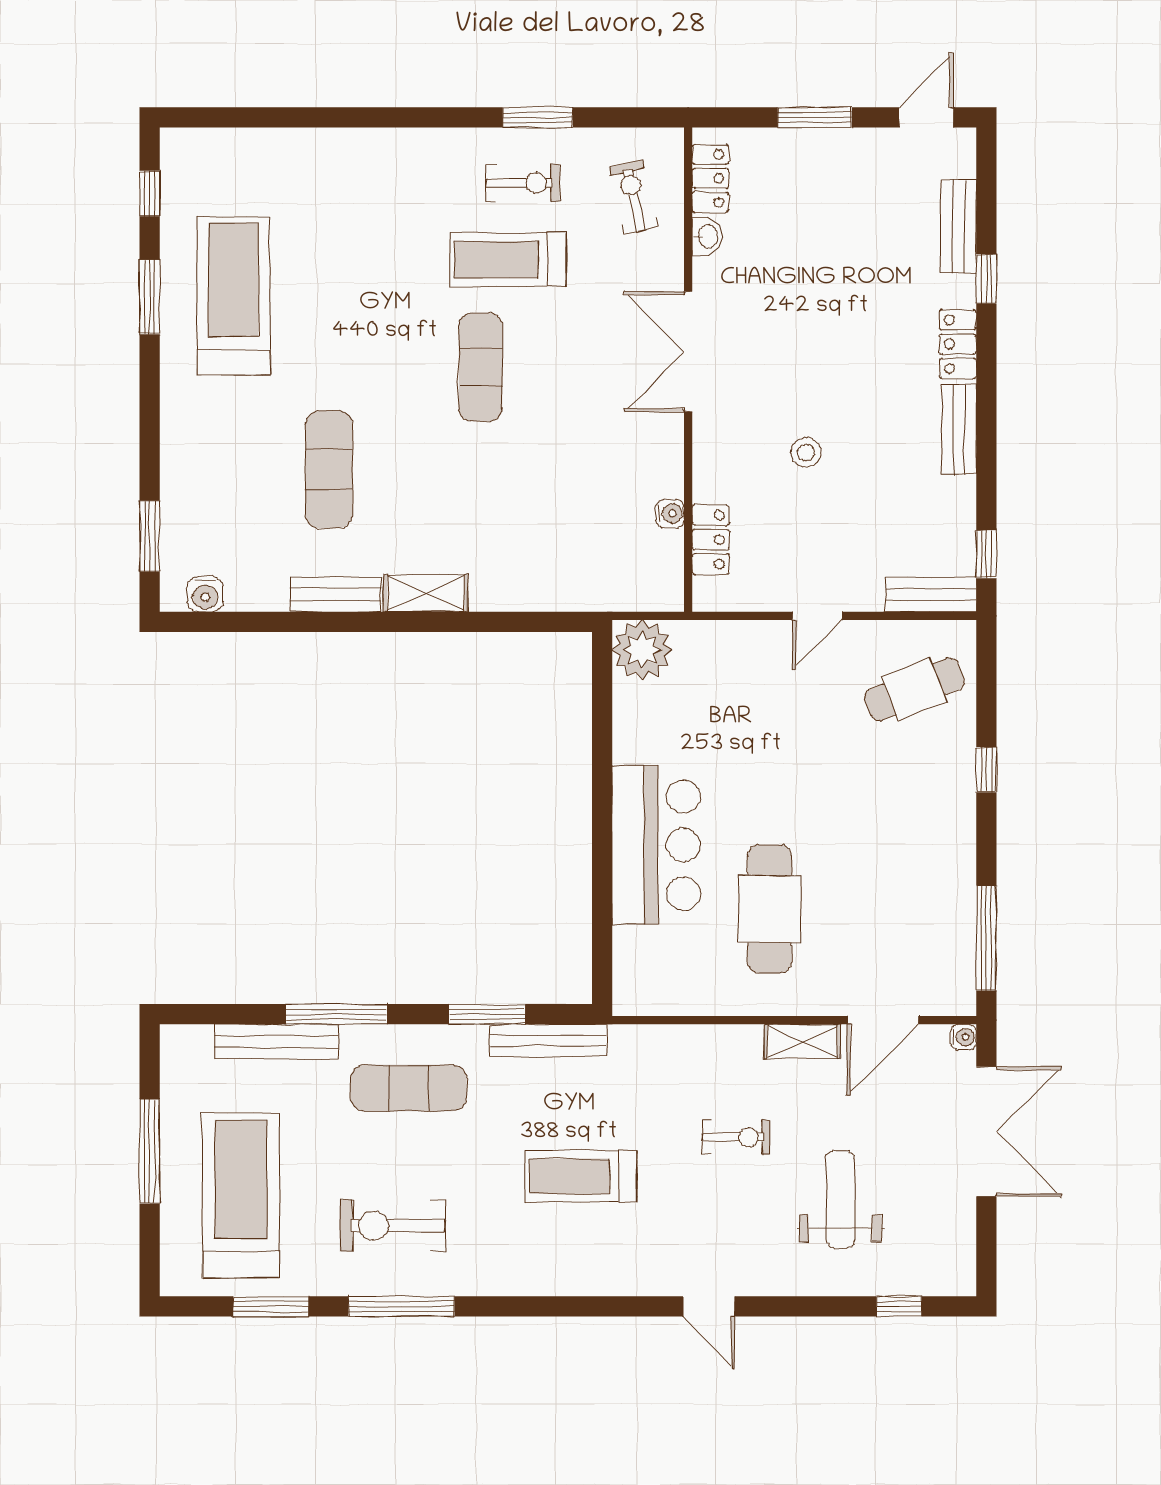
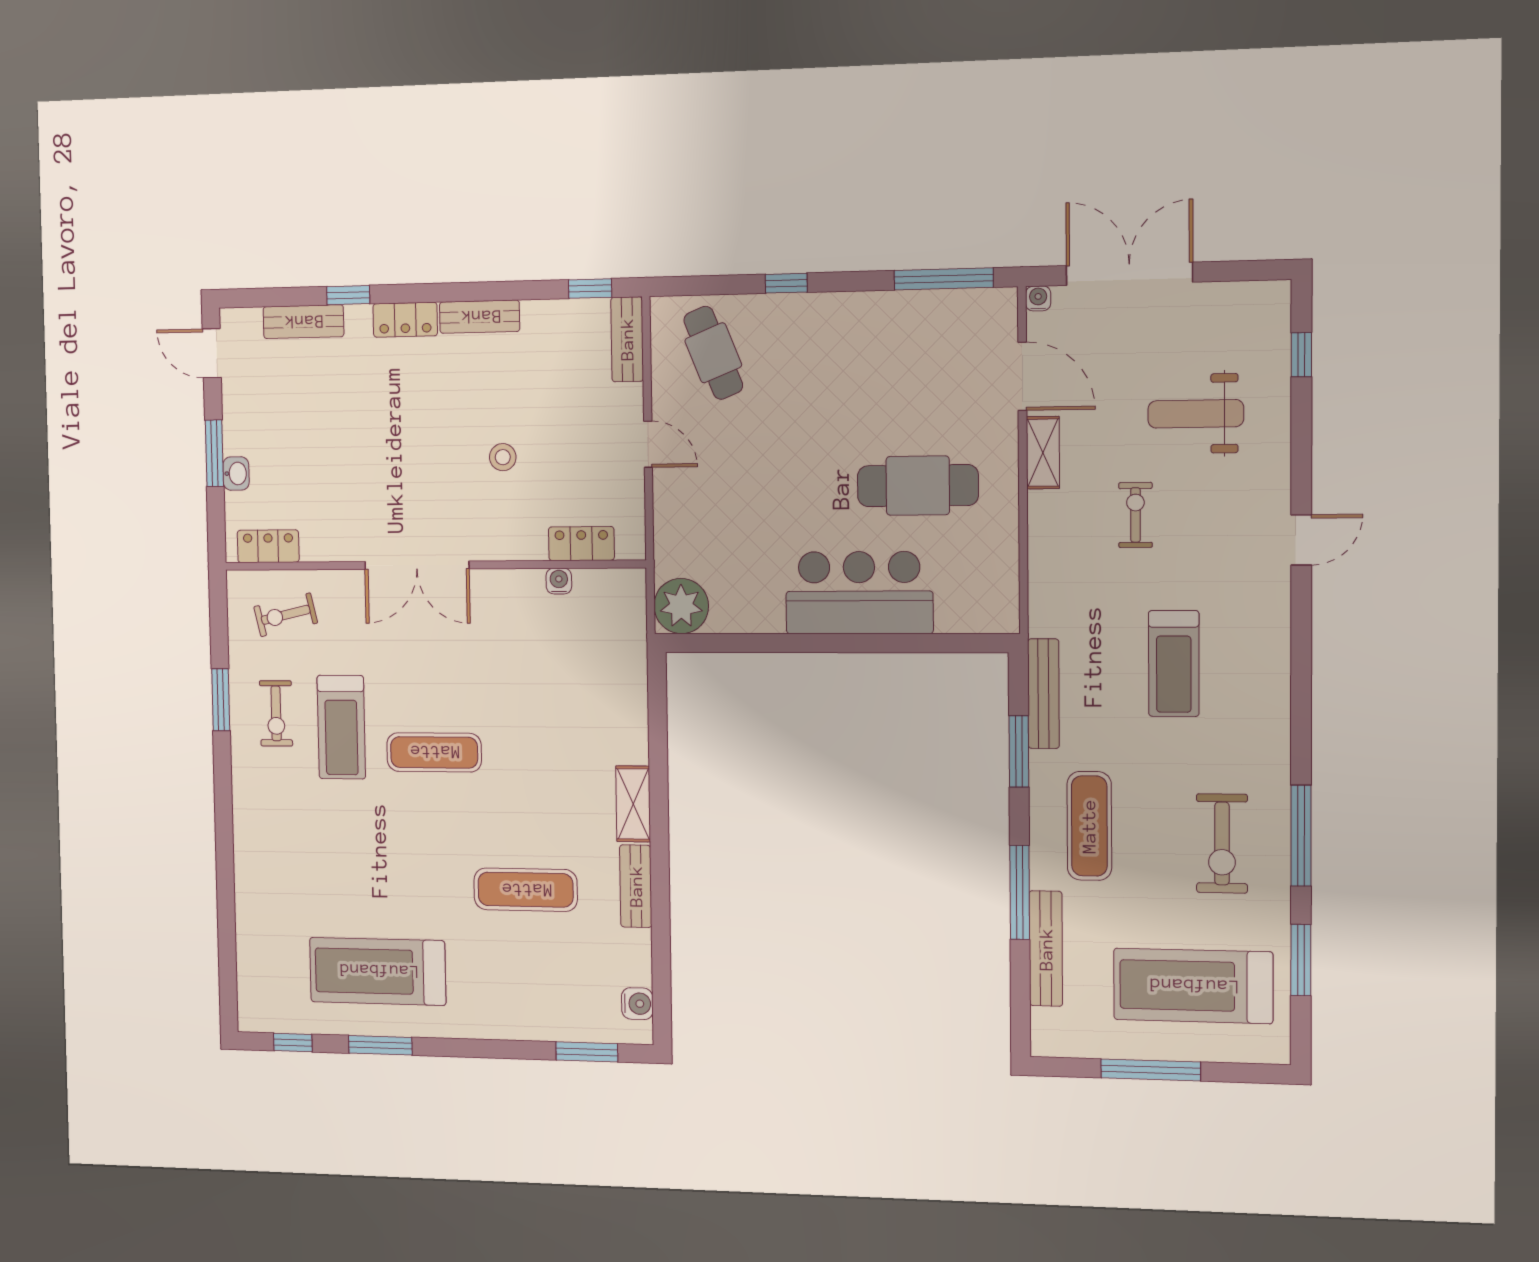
exercise bike: (523, 183) -> (276, 713), turned 180
washbasin: (707, 236) -> (236, 474), moved, turned 90

